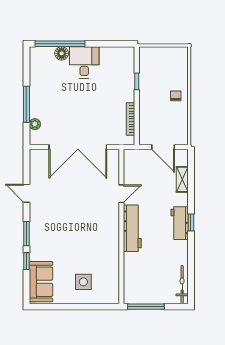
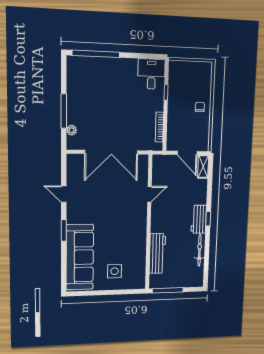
floor lamp: (62, 53) -> (97, 63), removed
desk: (84, 62) -> (151, 74), moved
shelving: (182, 179) -> (203, 167), moved
workbench: (132, 228) -> (157, 253), moved
window: (26, 261) -> (64, 255), removed
sofa: (41, 282) -> (80, 257), width x1.85, depth x1.27
bicycle: (182, 285) -> (199, 250), moved

